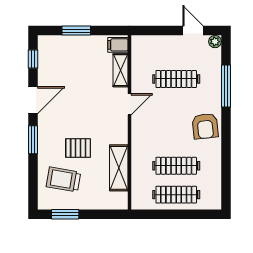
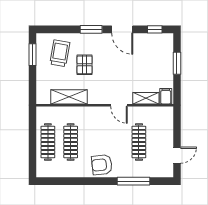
plant: (215, 42) -> (168, 173), removed

